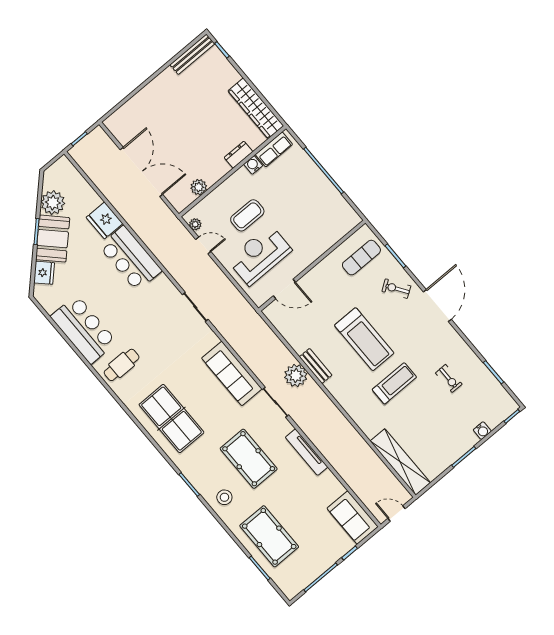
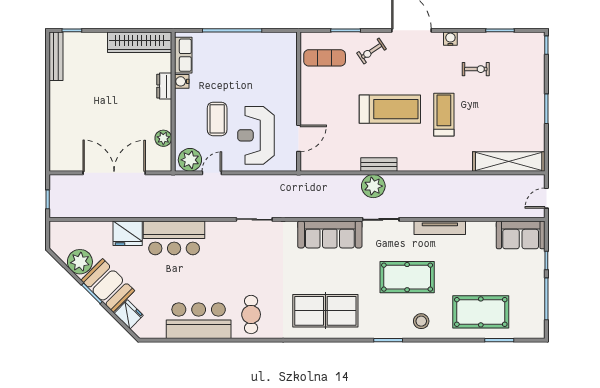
plant: (195, 224) -> (190, 160), width x1.87, depth x1.87
exercise mat: (361, 258) -> (325, 58), turned 90
water cooler: (482, 431) -> (450, 39), moved, turned -90

